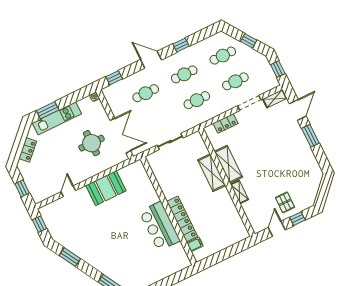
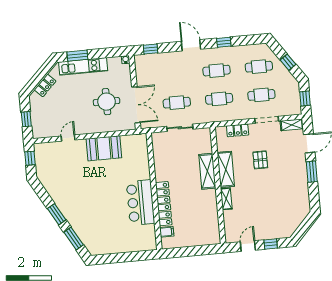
cafe table: (146, 93) -> (177, 103), moved
pallet: (285, 202) -> (260, 160), moved
window: (70, 257) -> (57, 214), moved

